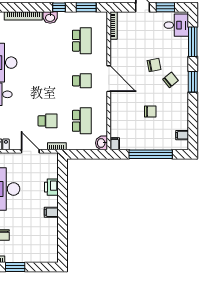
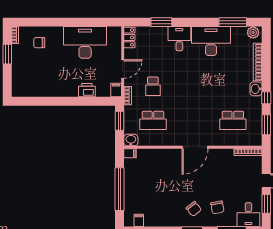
chair: (154, 65) -> (217, 207), moved
school desk: (82, 81) -> (193, 120), removed
chair: (150, 111) -> (162, 189), removed
window: (82, 154) -> (120, 121), added
filing cabinet: (51, 212) -> (116, 90), moved

